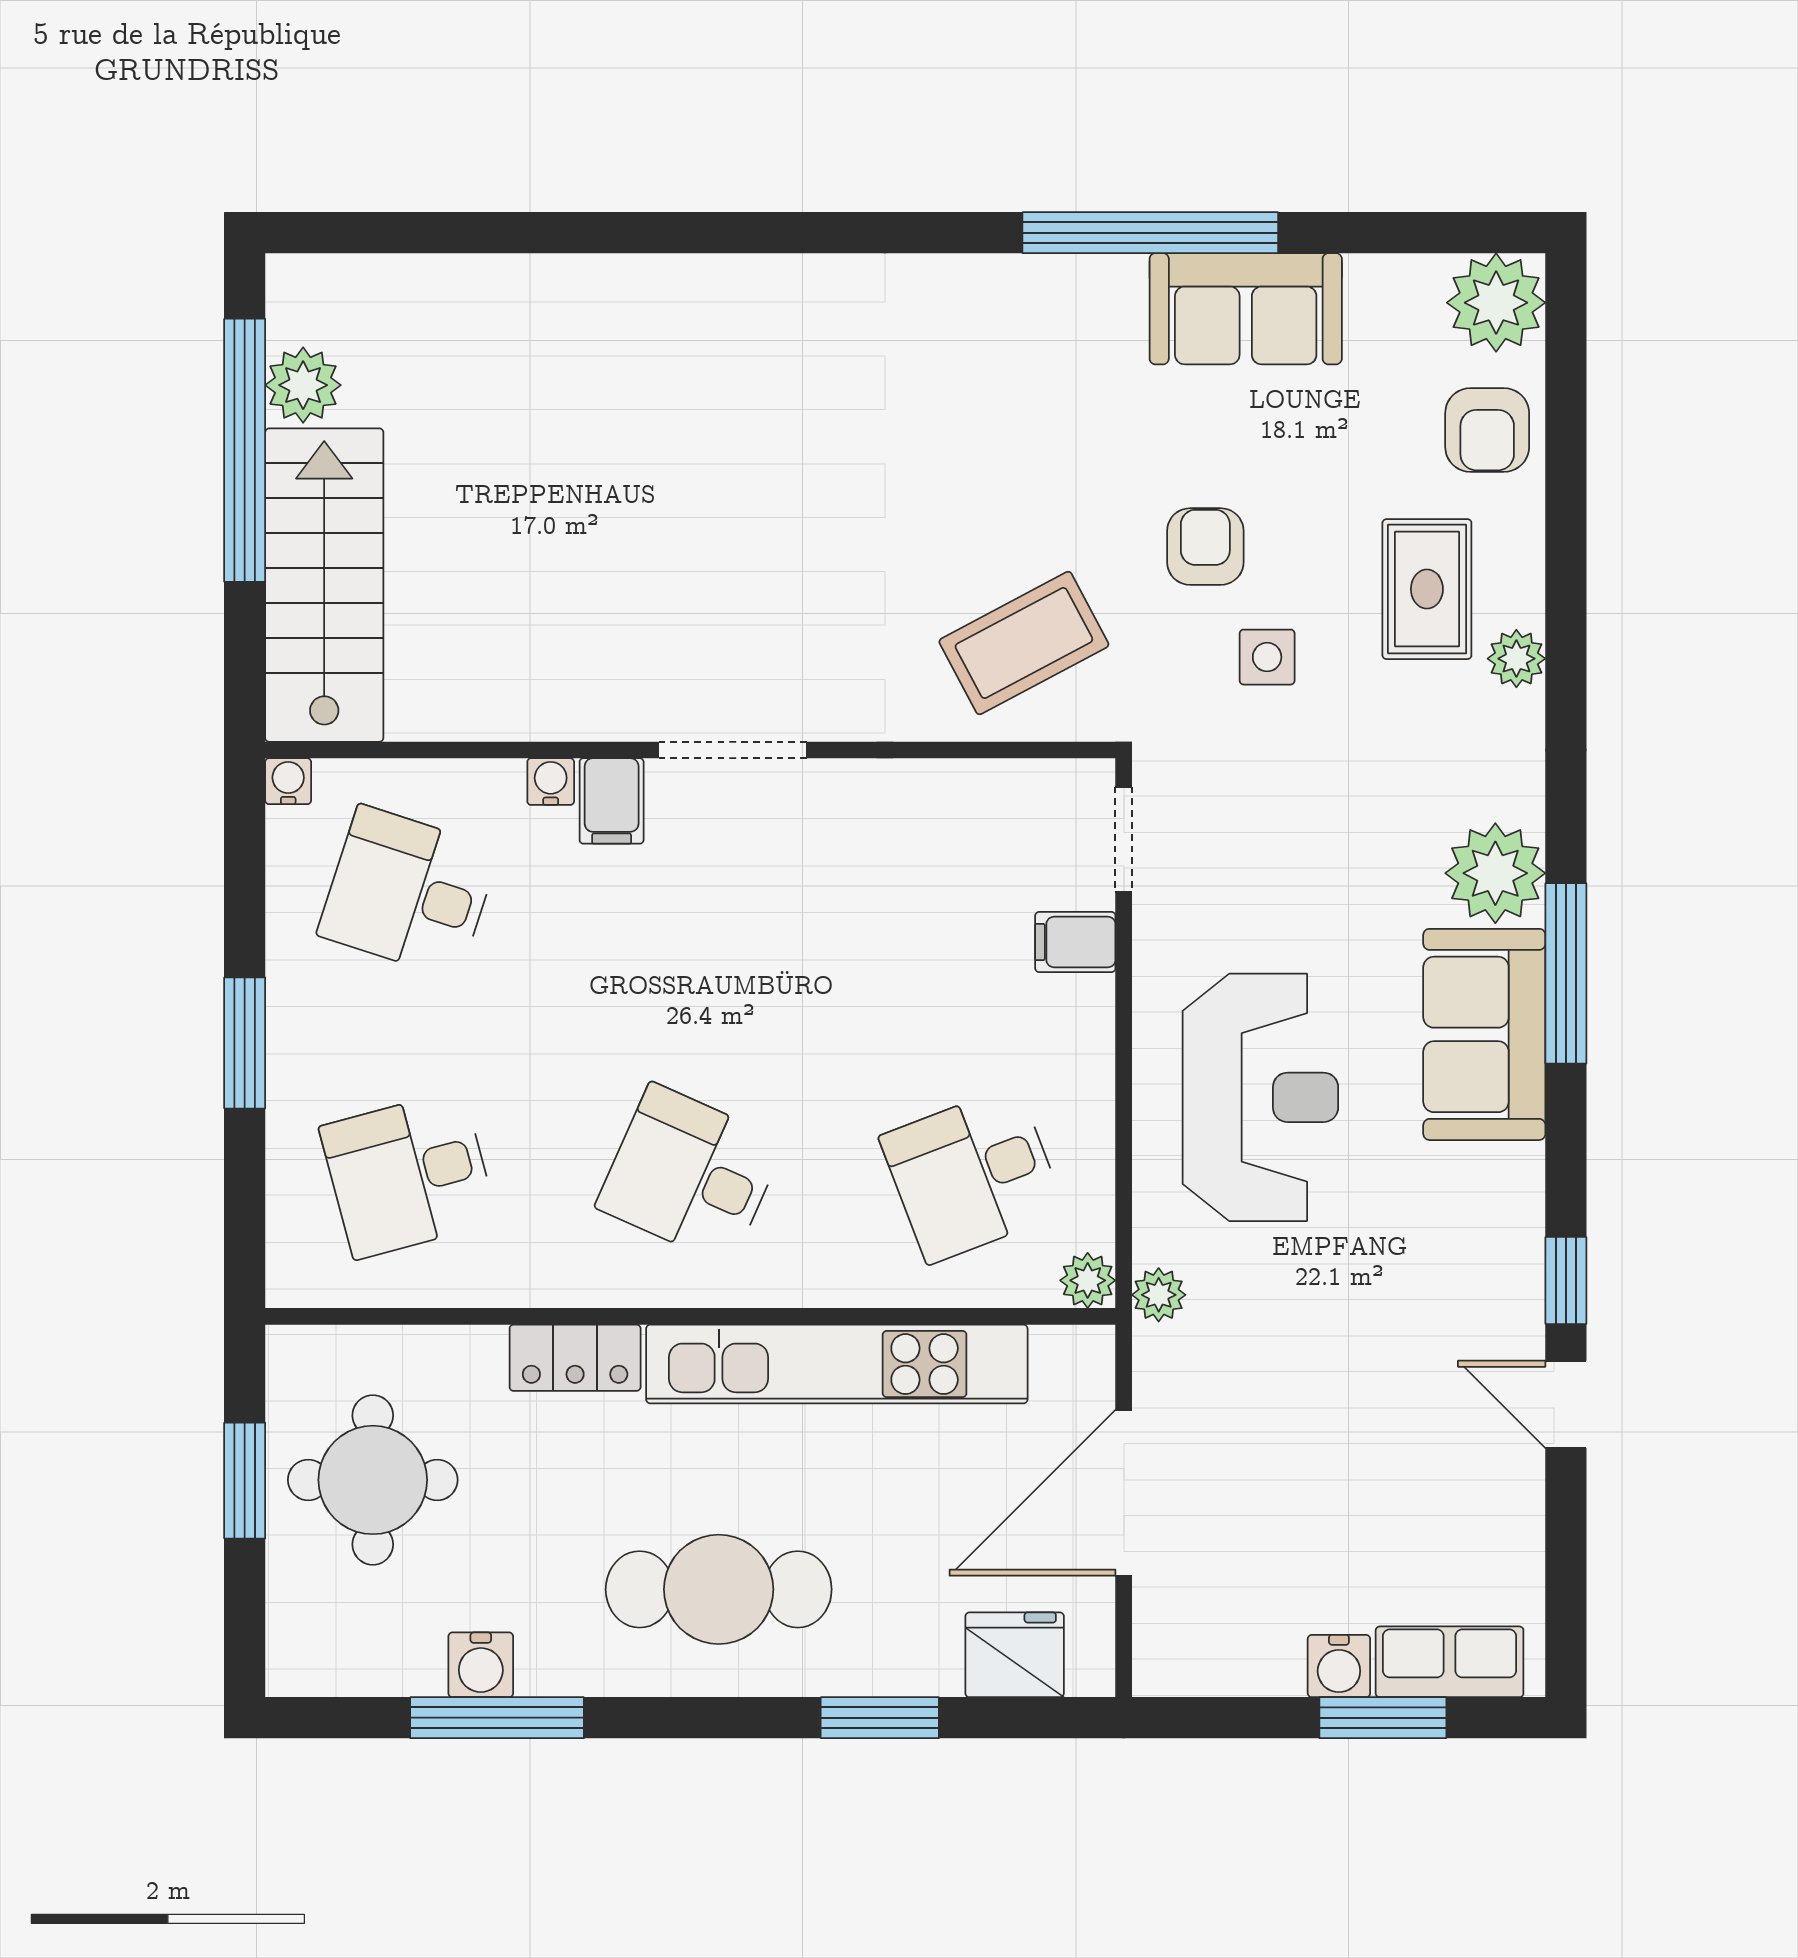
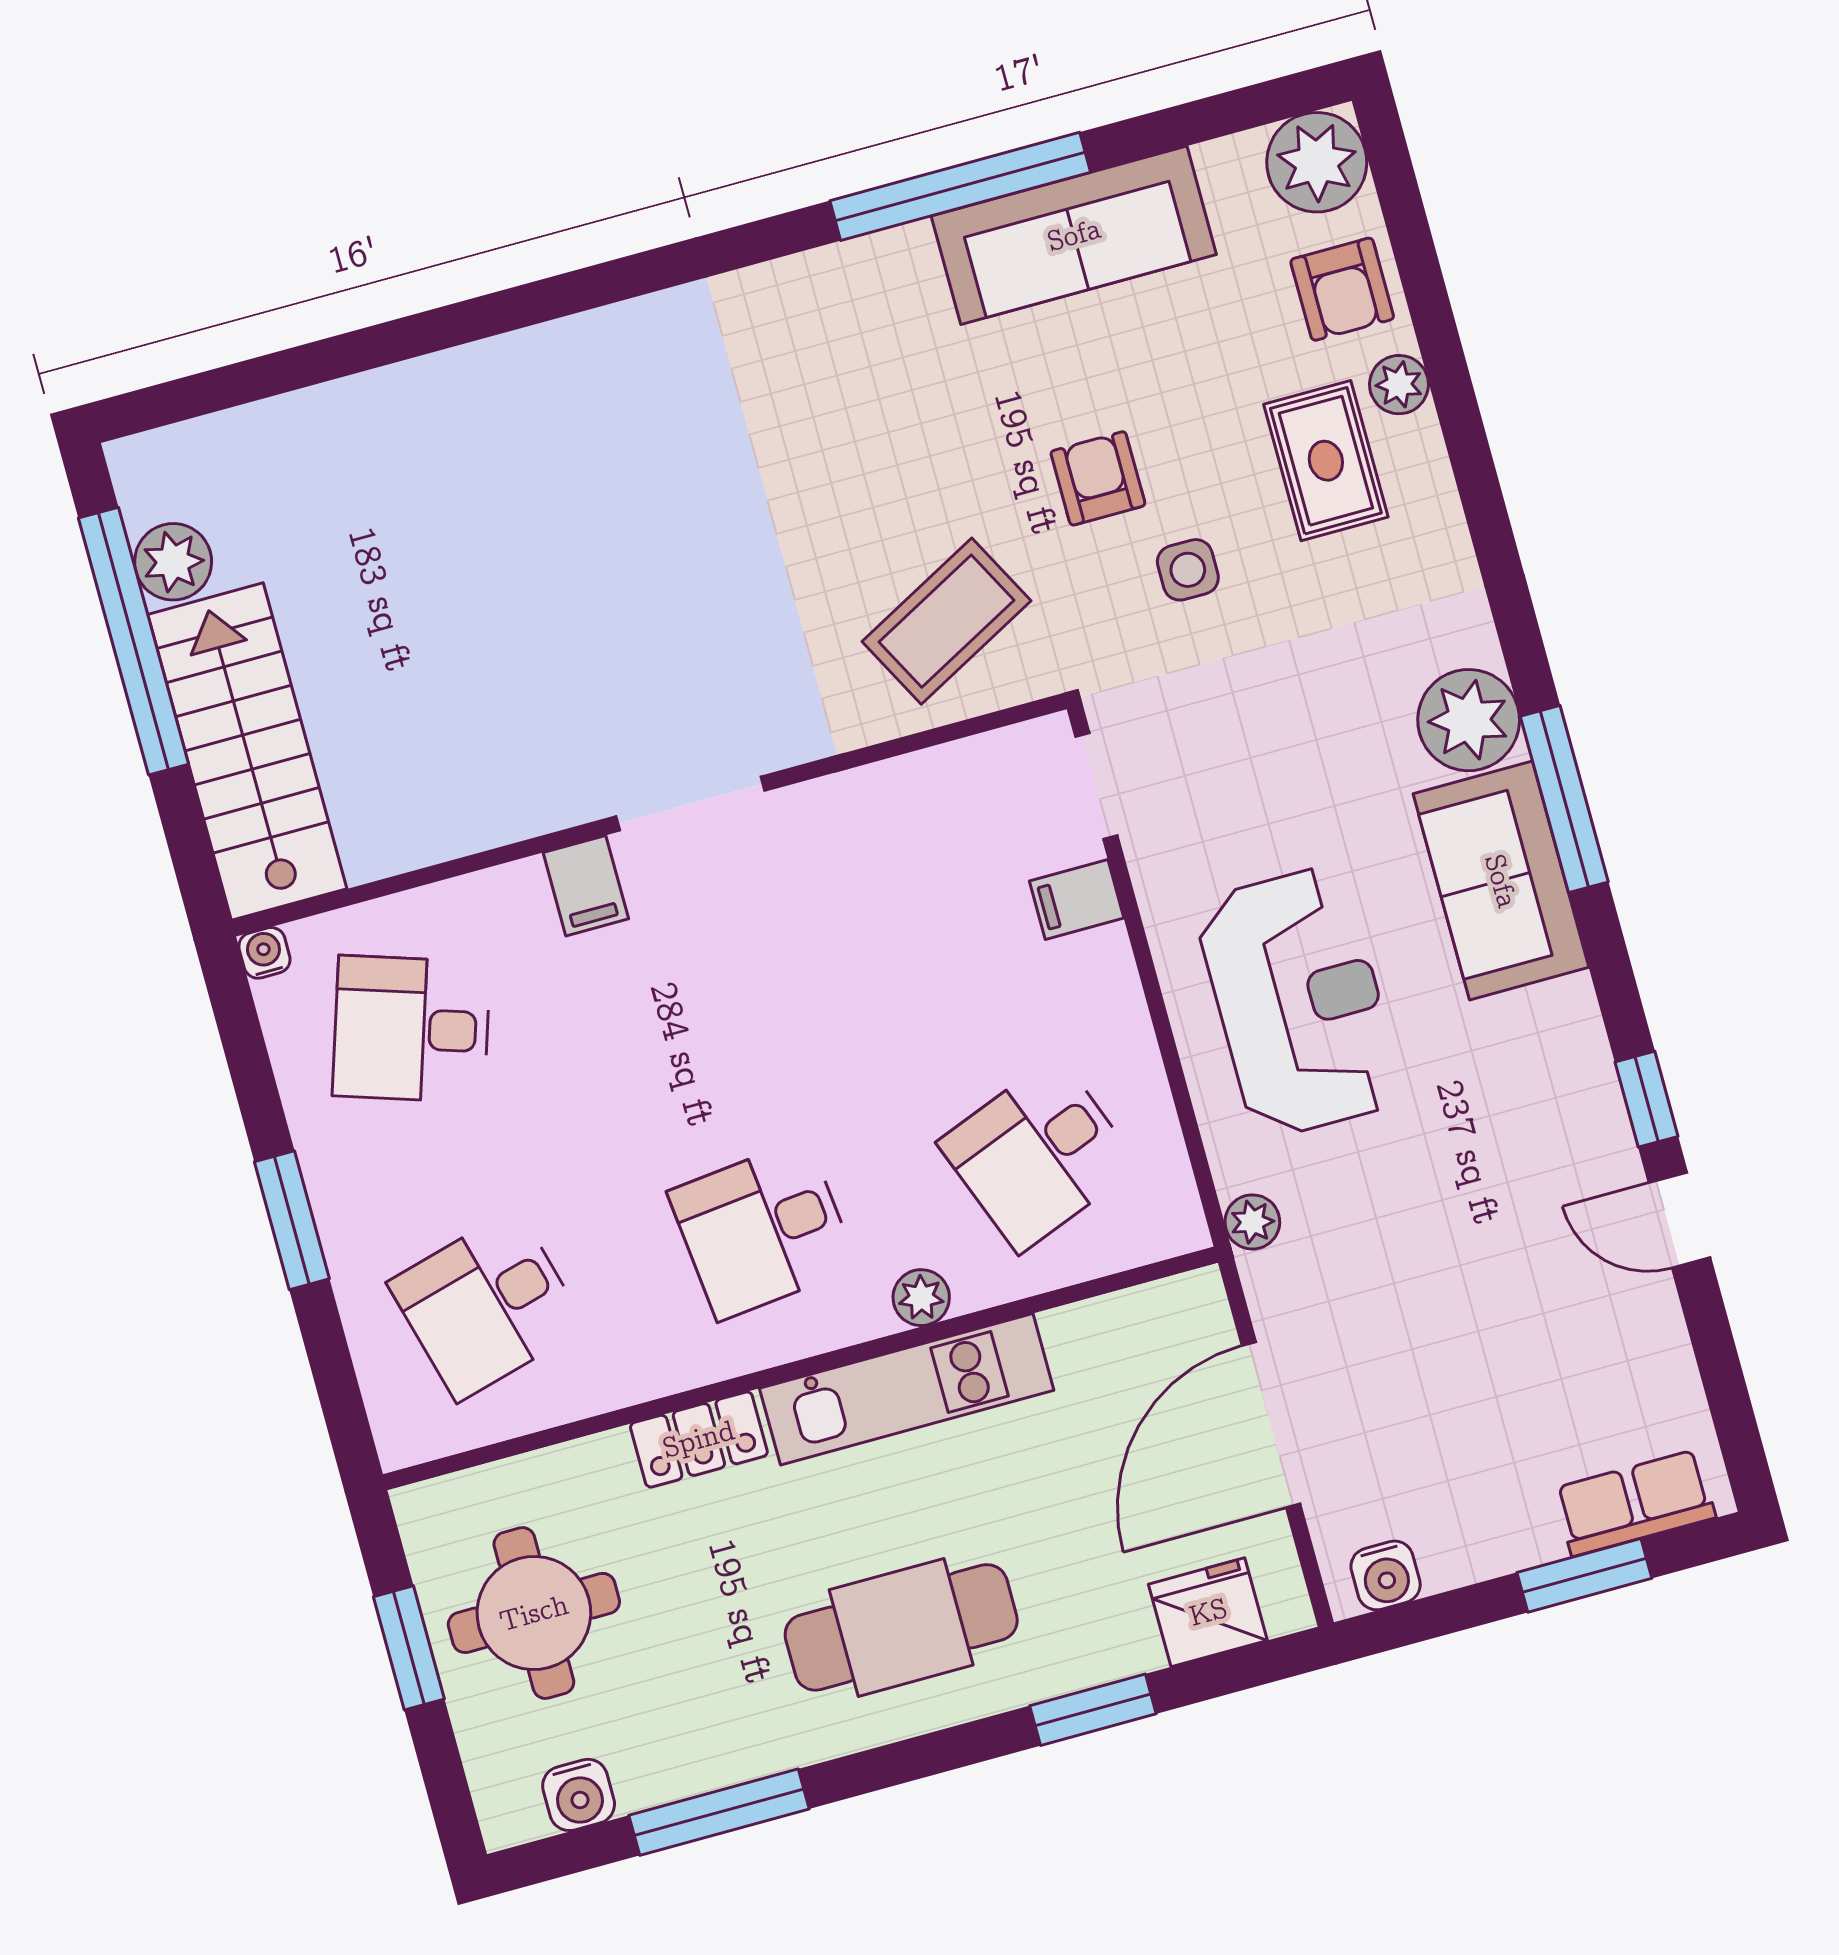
sofa: (1246, 309) -> (1074, 235), width x1.36
plant: (1516, 659) -> (1399, 385), moved
water cooler: (551, 782) -> (521, 883), removed
desk: (690, 1174) -> (763, 1230), turned -30
plant: (1088, 1280) -> (921, 1298), moved
kitchen unit: (837, 1364) -> (907, 1389), width x0.73
water cooler: (481, 1665) -> (579, 1795), moved
water cooler: (1339, 1666) -> (1386, 1575), moved

